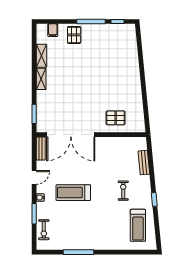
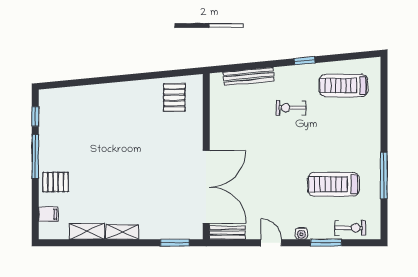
pallet: (116, 118) -> (174, 98), moved
bench: (144, 163) -> (249, 77), width x1.36
treadmill: (73, 193) -> (334, 184), moved, turned 90
treadmill: (138, 225) -> (344, 85), turned 180

